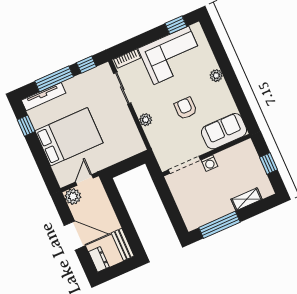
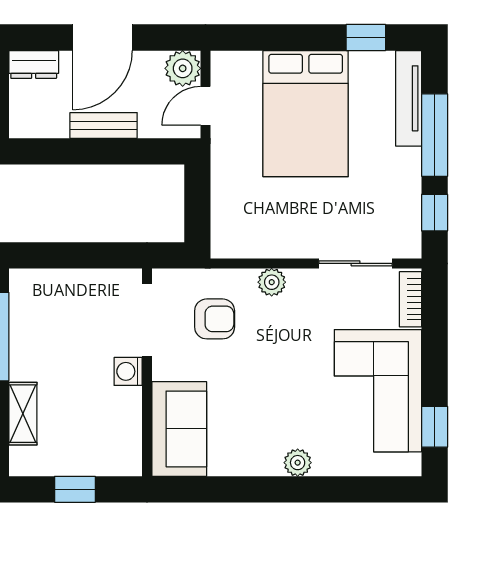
armchair: (186, 108) -> (215, 319), moved
door: (84, 180) -> (205, 106), swing flipped
bench: (123, 244) -> (104, 125), moved

